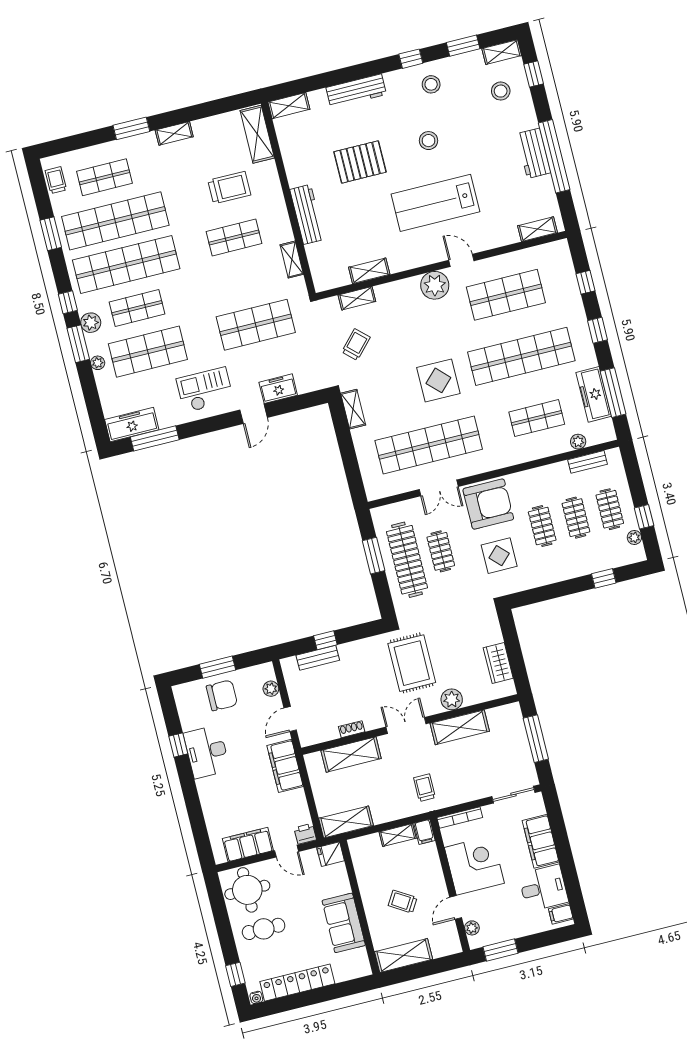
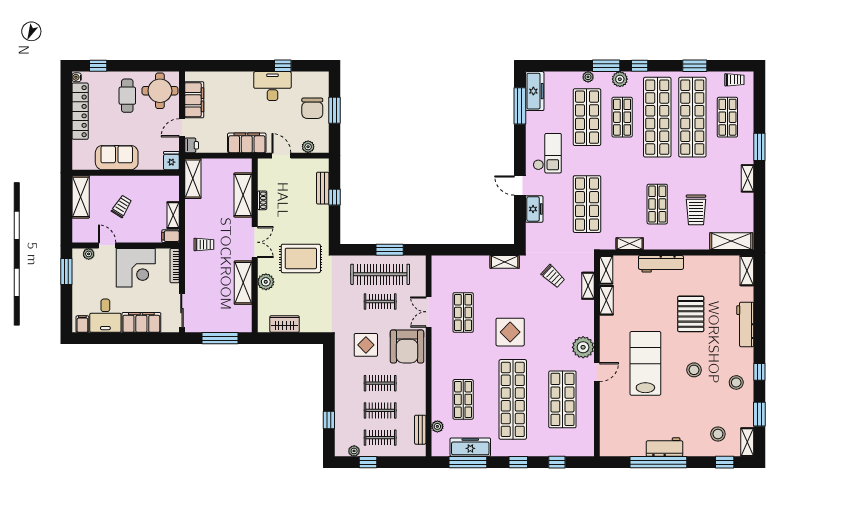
shelving: (538, 229) -> (606, 270), moved
shop shelf: (429, 445) -> (463, 312), width x0.50, depth x0.74

